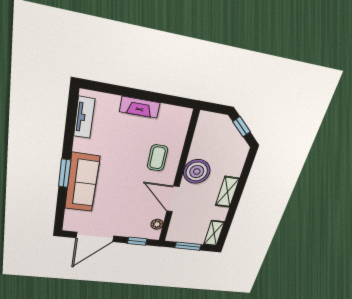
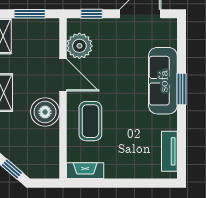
fireplace: (140, 107) -> (85, 171), moved
coffee table: (157, 158) -> (90, 121), width x1.36, depth x1.30
plant: (157, 224) -> (79, 46), width x1.88, depth x1.88

